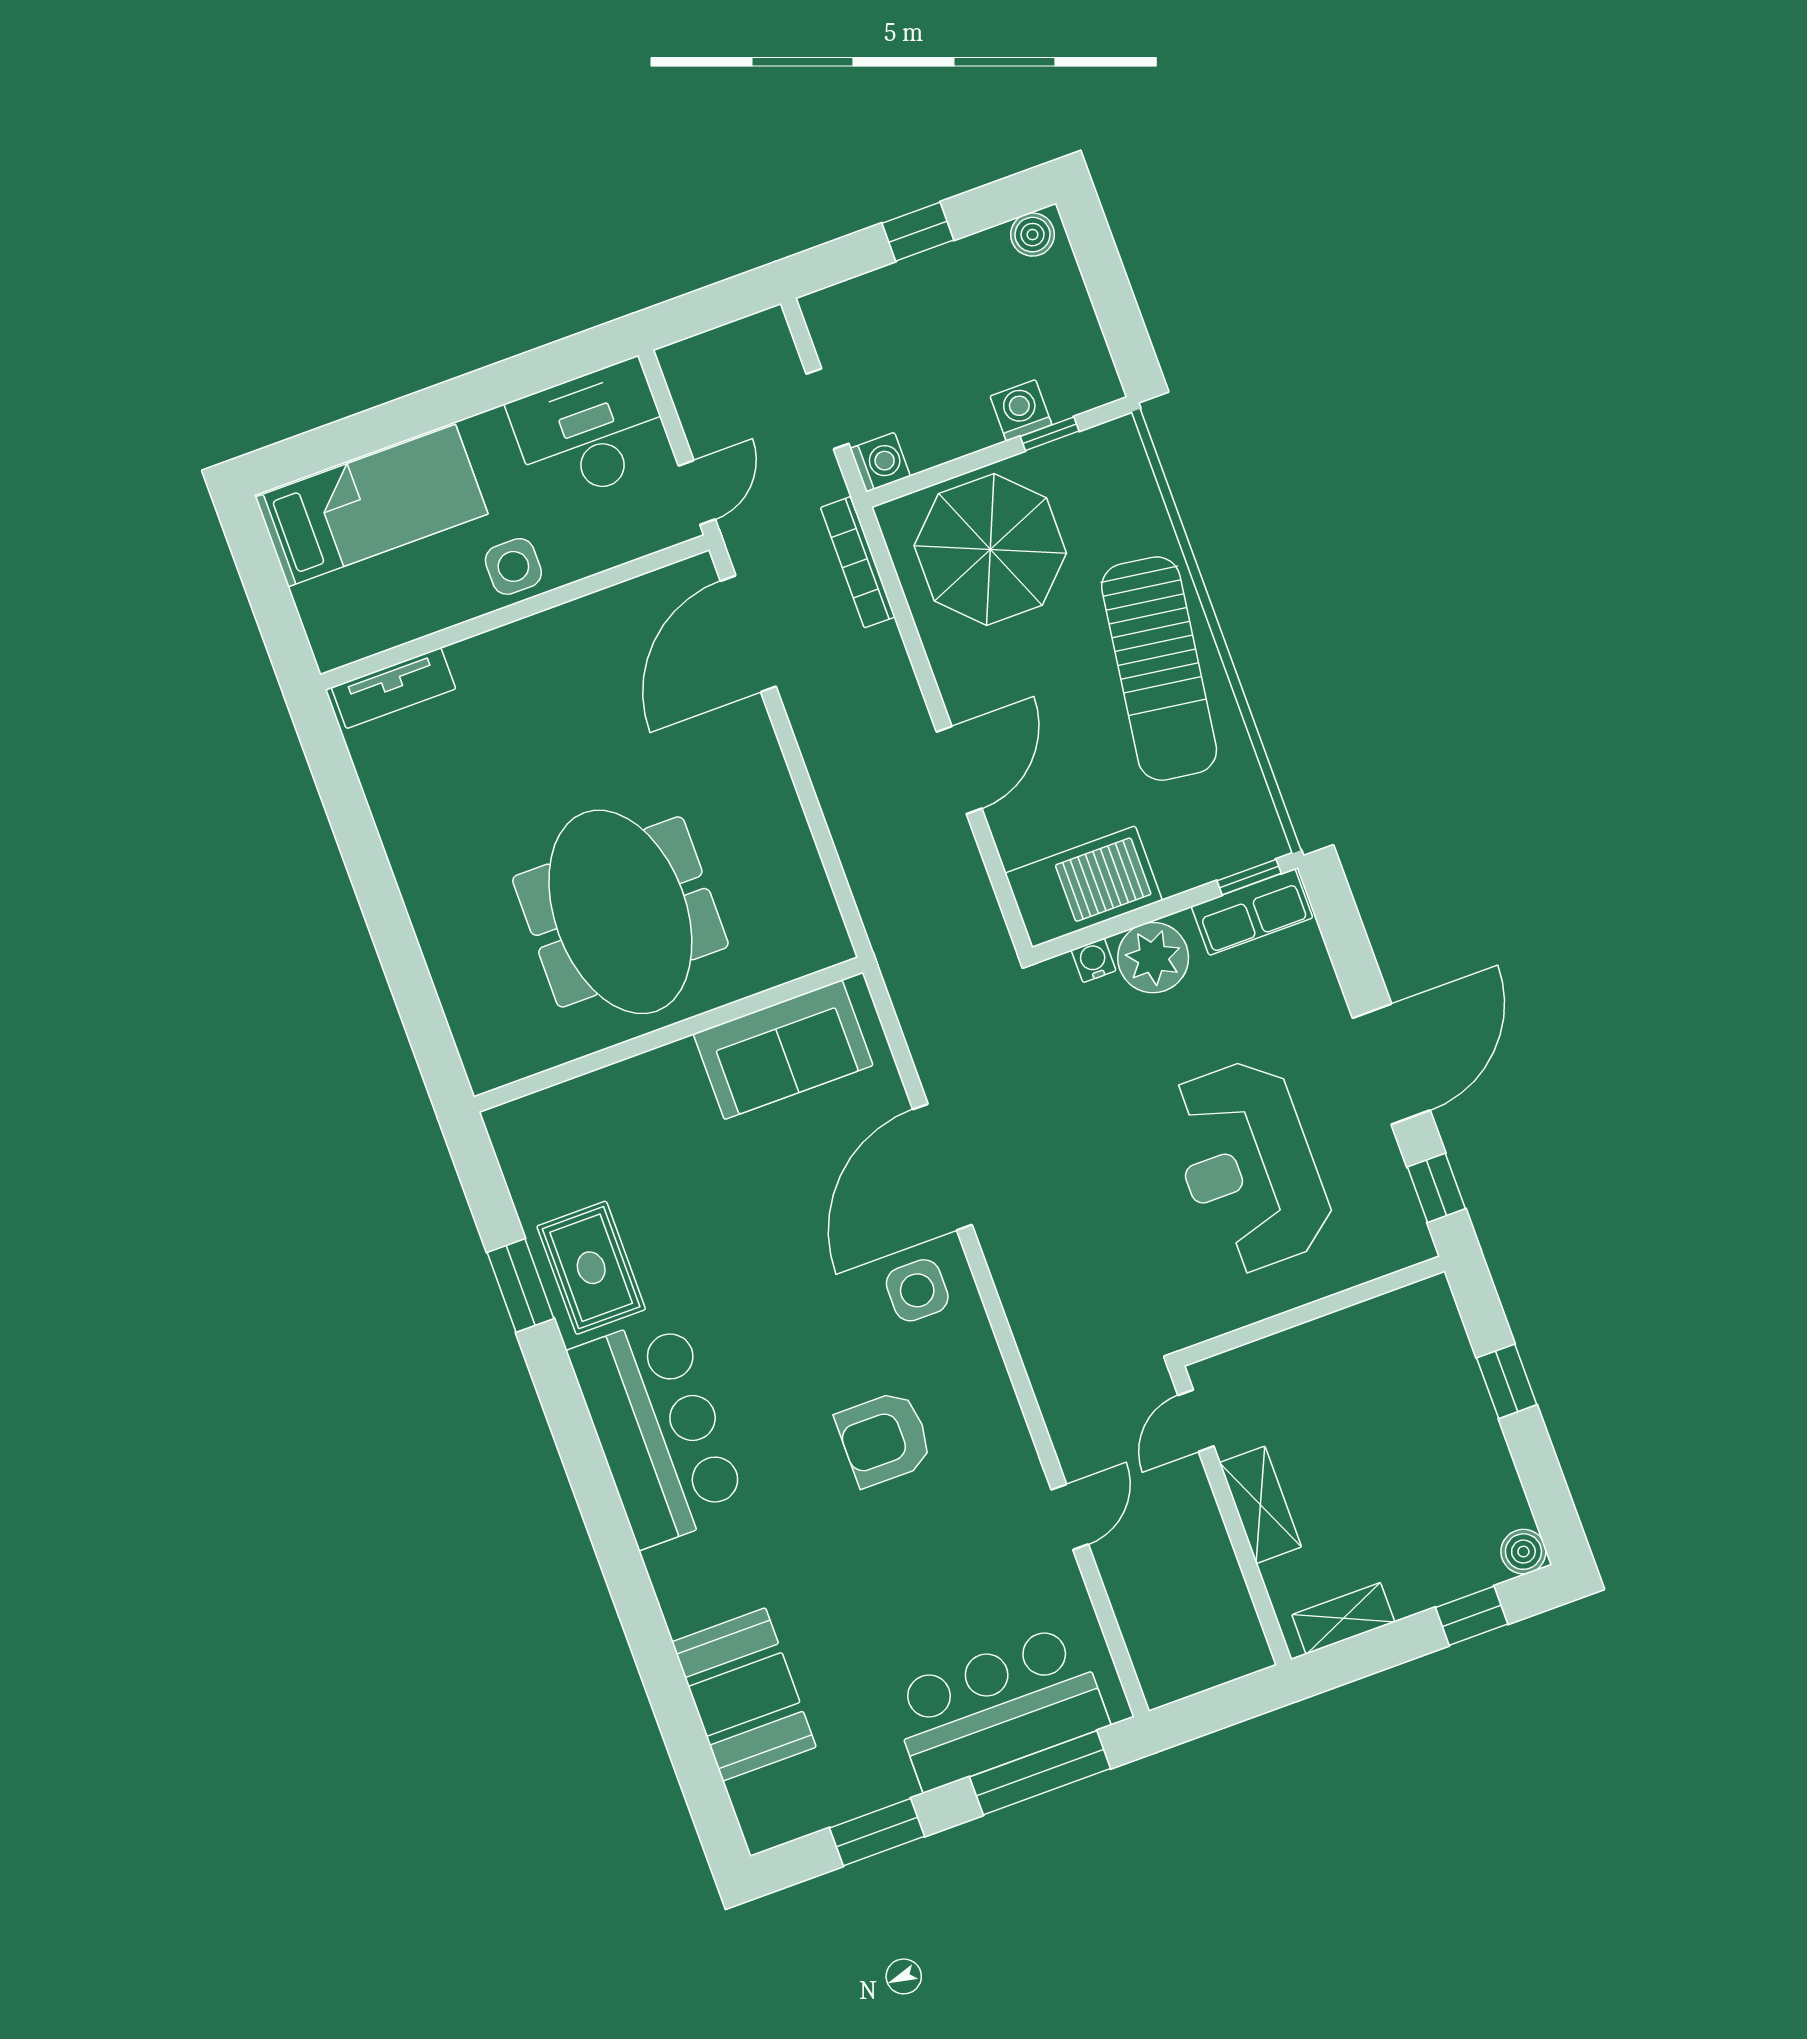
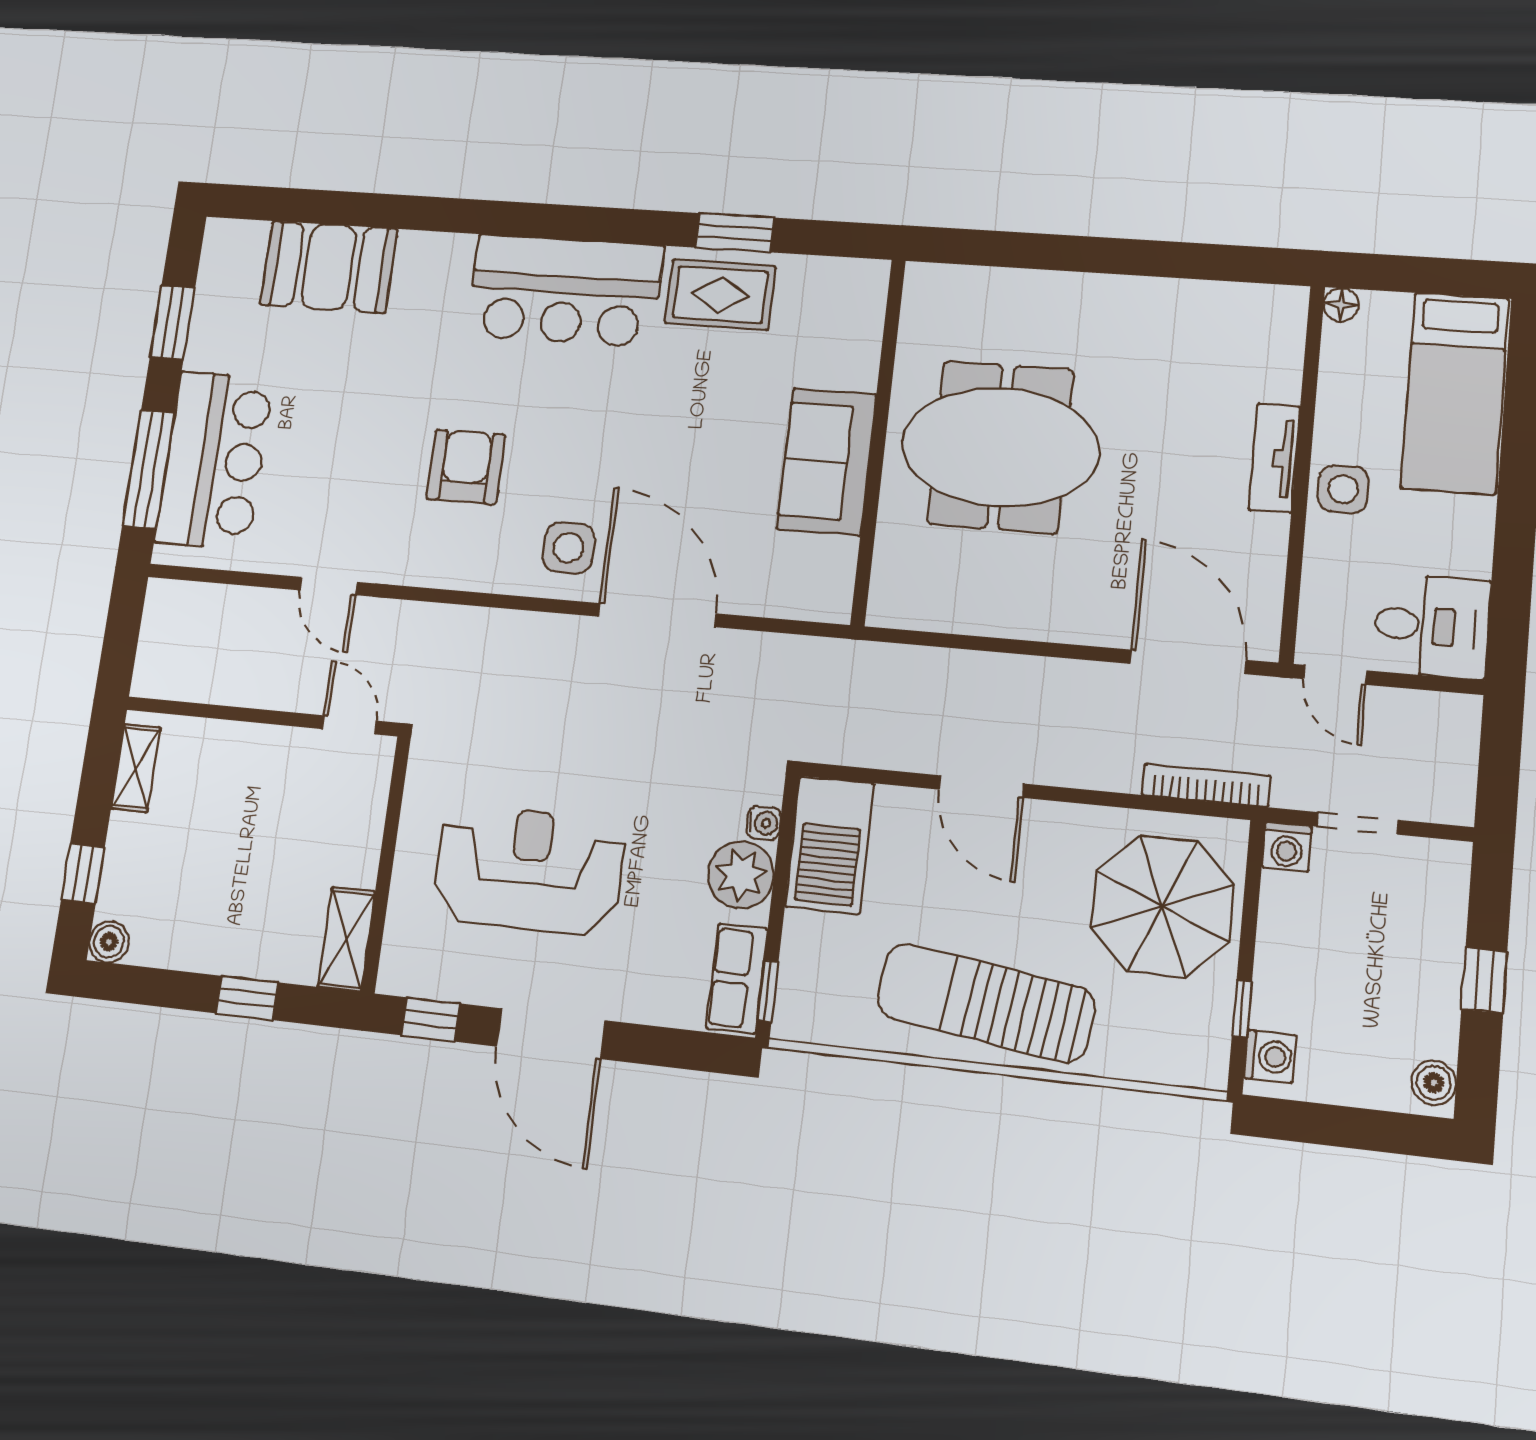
washing machine: (1021, 410) -> (1270, 1057), moved
desk: (591, 432) -> (1432, 626), width x0.73
floor lamp: (331, 652) -> (1341, 305), added
tv unit: (394, 688) -> (1274, 458), moved
sofa: (783, 1050) -> (827, 462), moved
shelving: (1260, 1505) -> (346, 939), moved, turned 90

